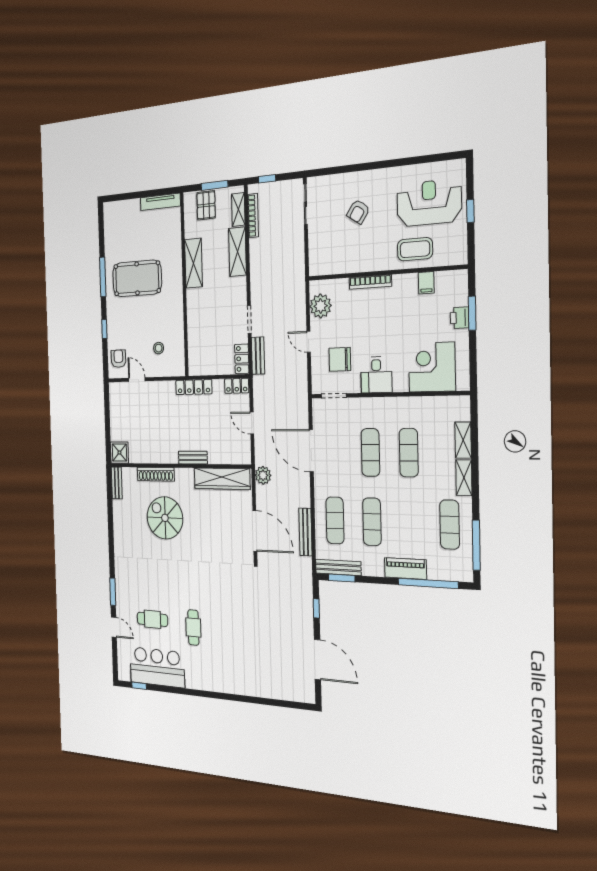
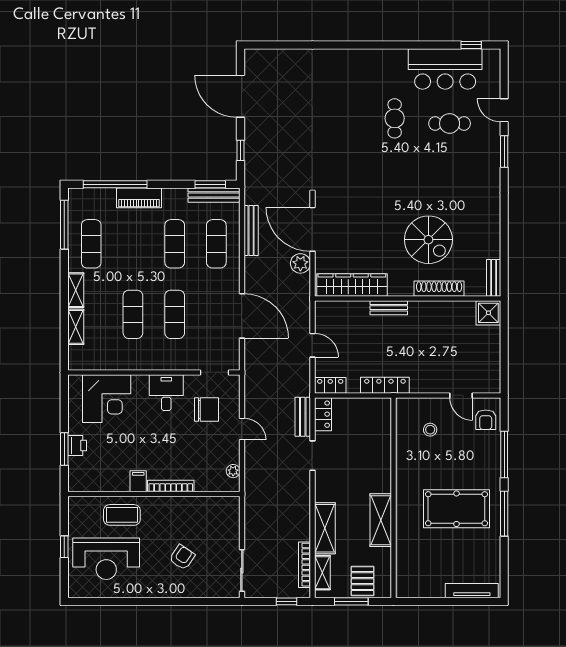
tv unit: (160, 202) -> (472, 591), moved
filing cabinet: (426, 283) -> (138, 481), moved
plant: (321, 306) -> (233, 471), width x0.53, depth x0.53
window: (104, 329) -> (504, 454), width x2.17
plant: (263, 475) -> (300, 263), moved

